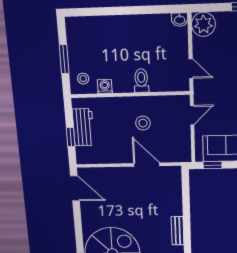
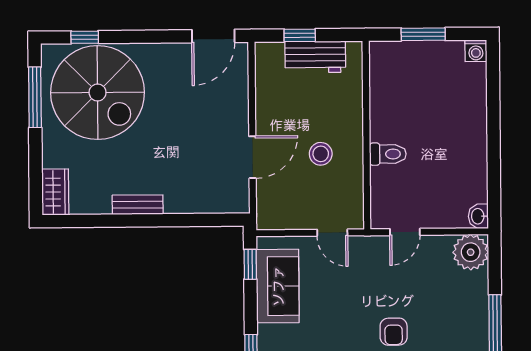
stool: (83, 79) -> (393, 62), removed
washing machine: (105, 86) -> (476, 51), moved, turned 90

